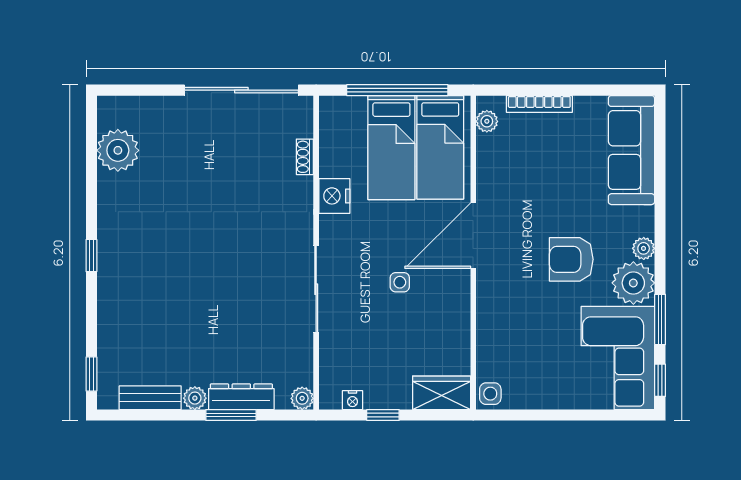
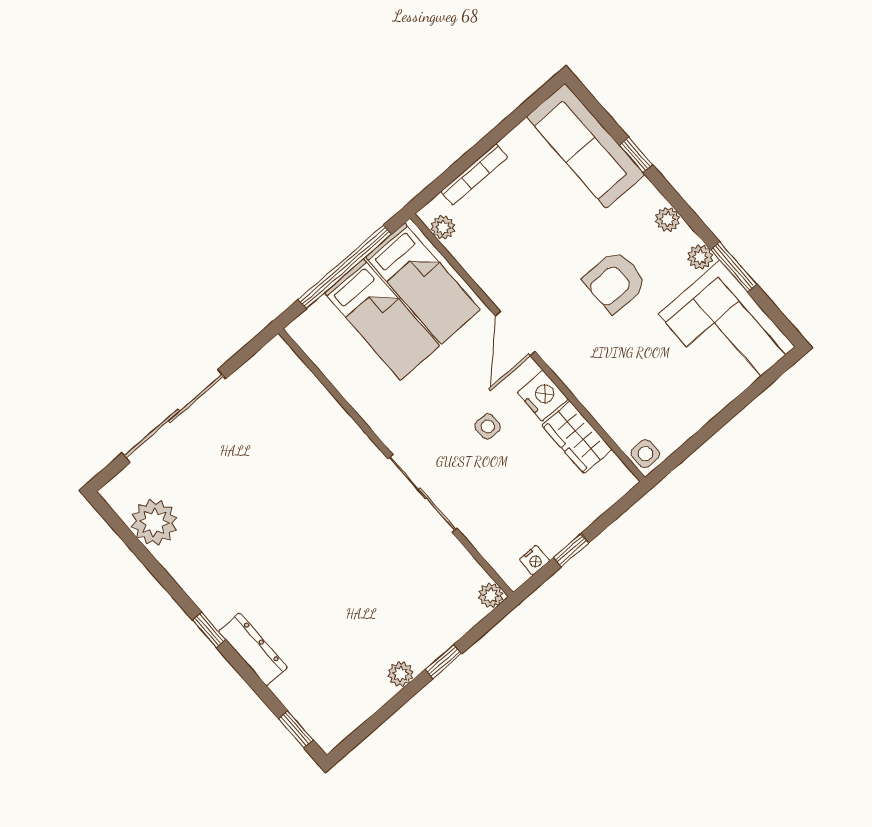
sliding door: (241, 90) -> (174, 416), moved
shoe rack: (305, 157) -> (316, 391), removed
nightstand: (334, 196) -> (543, 396), moved, turned 180
door: (473, 236) -> (515, 334), width x0.73
plant: (633, 283) -> (700, 257), width x0.53, depth x0.53
window: (660, 380) -> (636, 155), moved
wardrobe: (442, 393) -> (577, 437), moved, turned -90
dresser: (241, 397) -> (253, 649), moved, turned 90
bench: (150, 398) -> (363, 706), removed
window: (231, 415) -> (443, 662), width x0.67

